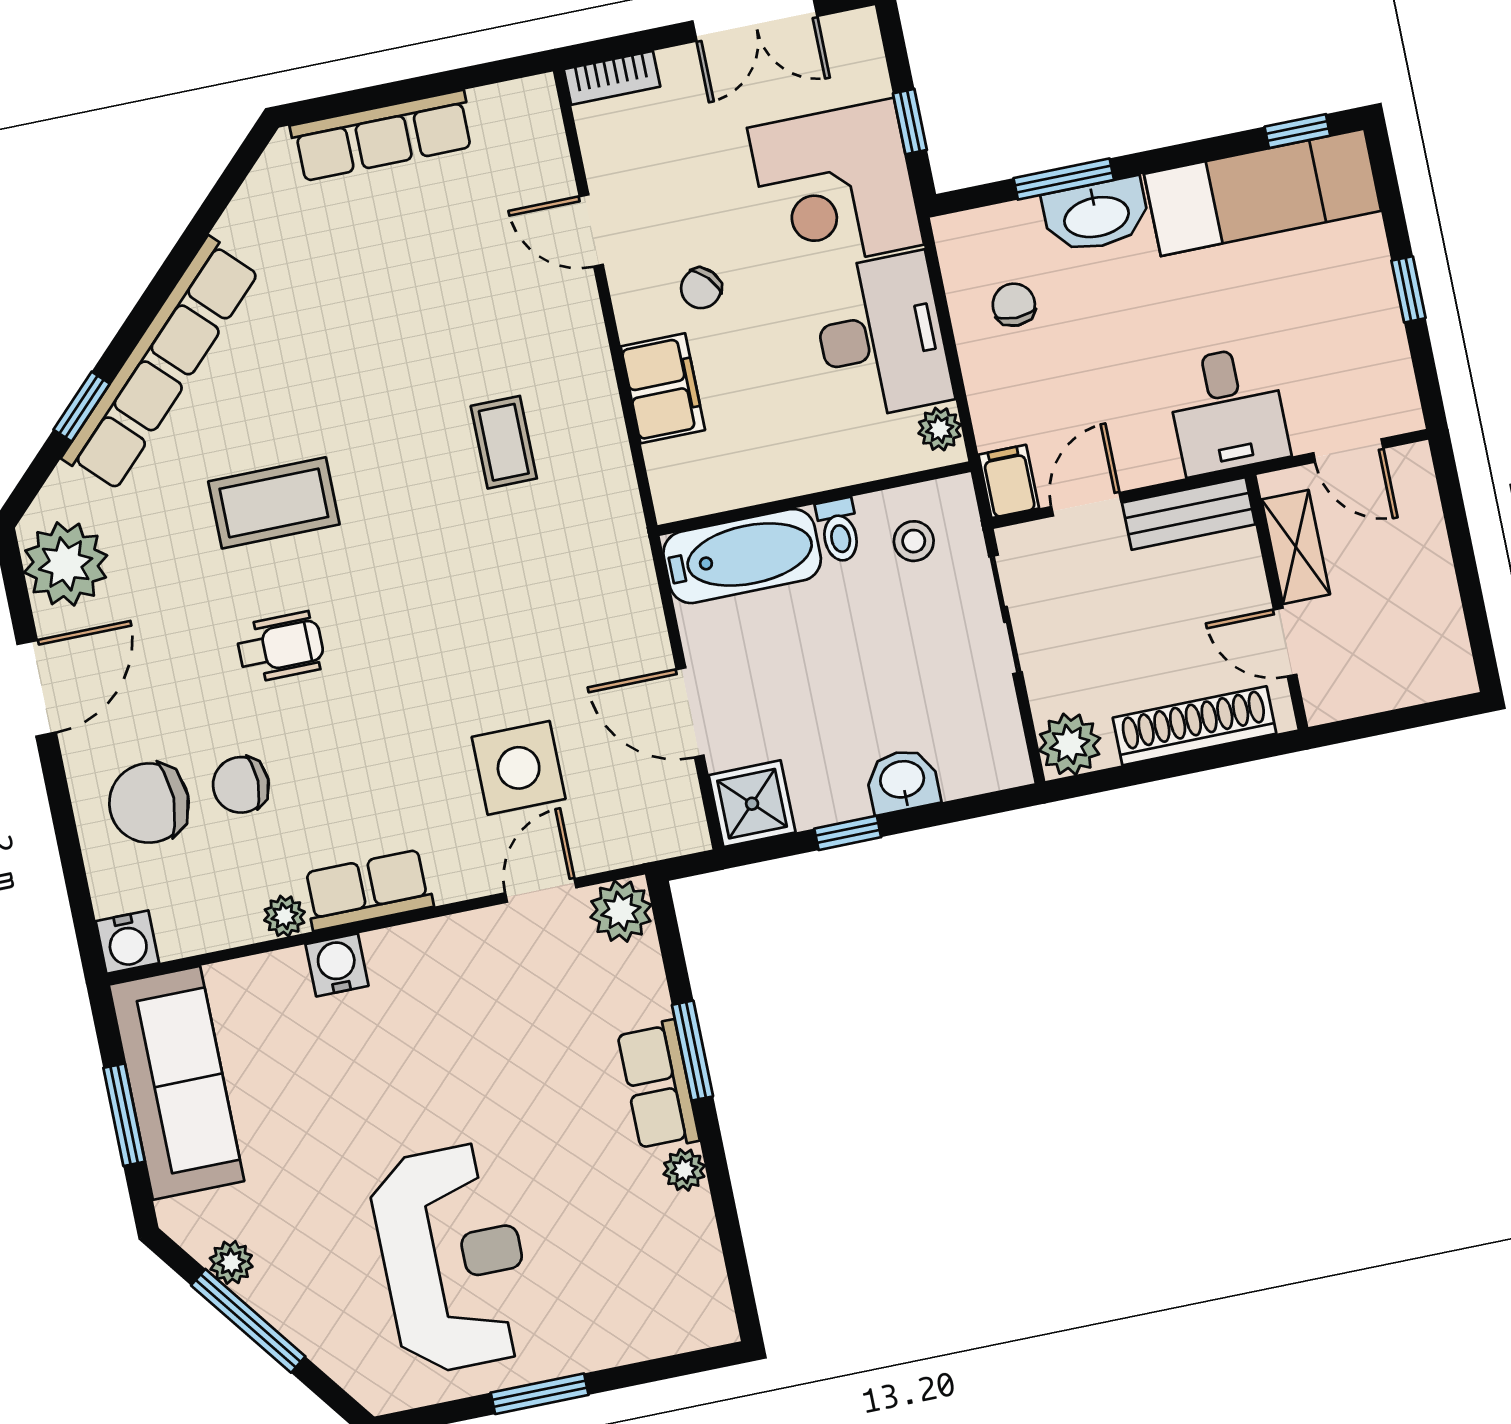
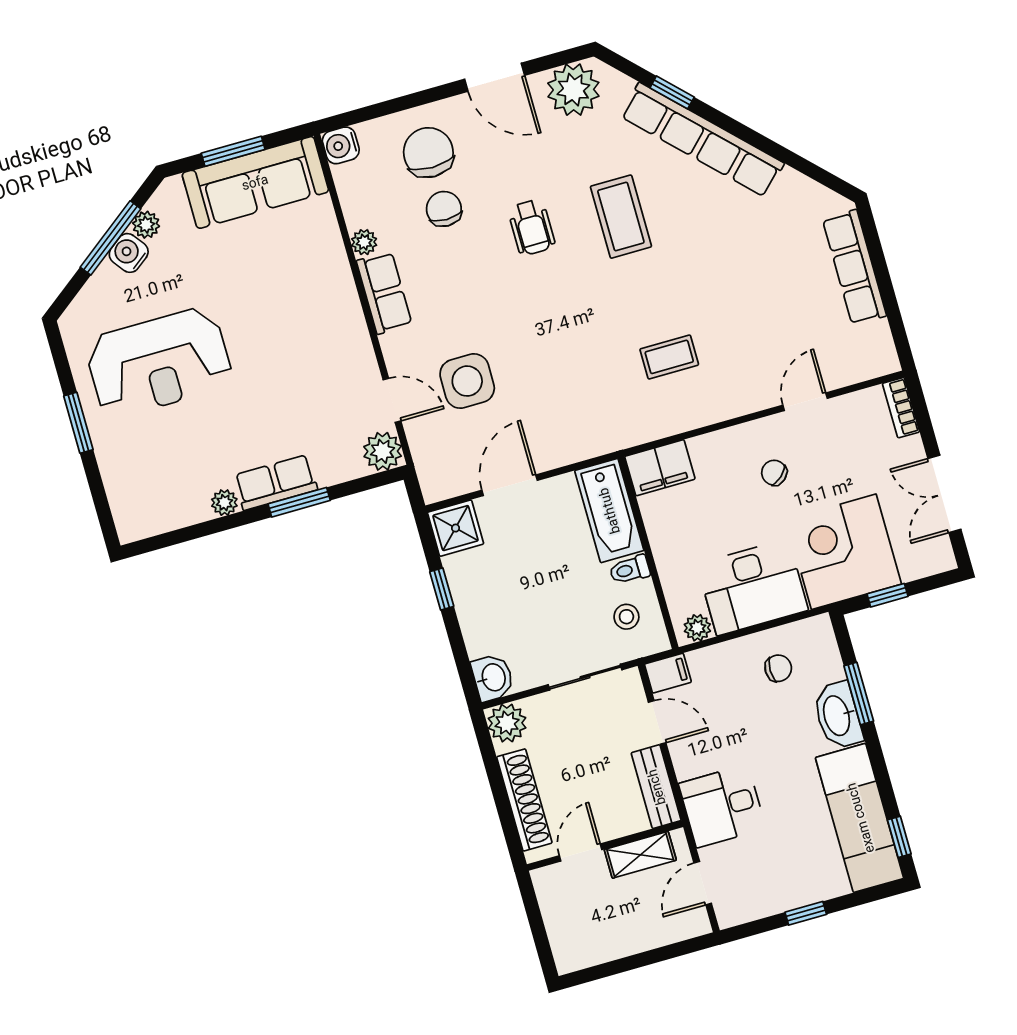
filing cabinet: (663, 388) -> (660, 468), moved
washbasin: (902, 781) -> (493, 678), moved
water cooler: (337, 965) -> (129, 253), moved, turned -127

